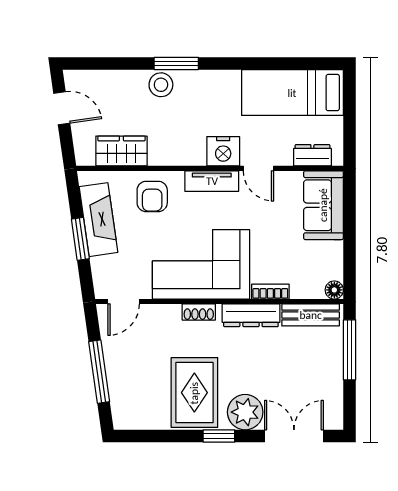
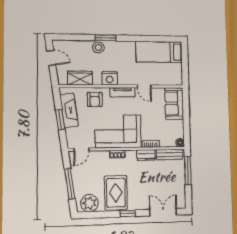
nightstand: (223, 151) -> (110, 78), moved
dresser: (312, 155) -> (169, 81), removed
dresser: (251, 315) -> (146, 155), width x0.70
plant: (245, 412) -> (89, 203), moved

